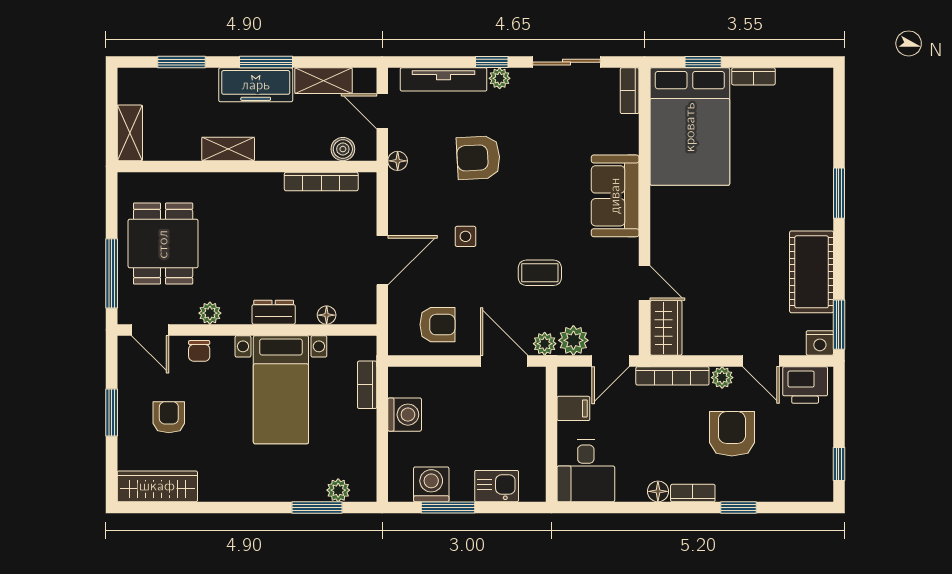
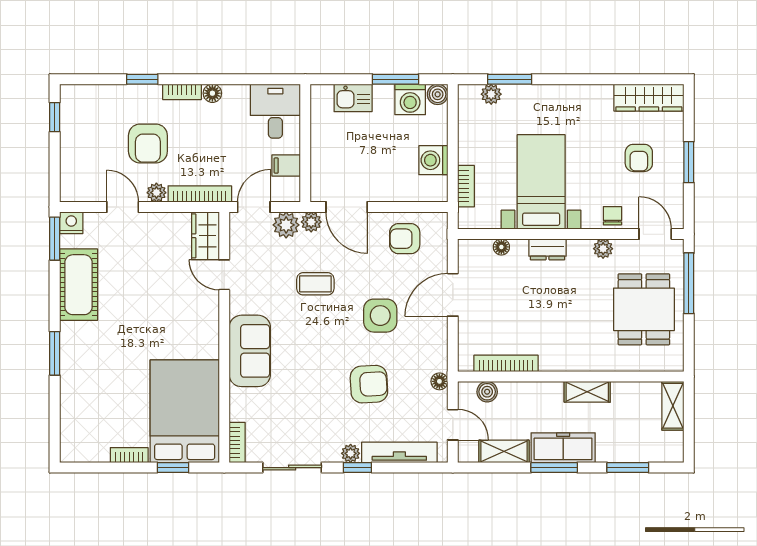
side table: (465, 236) -> (380, 316), width x1.87, depth x1.87
printer: (805, 385) -> (84, 186), removed
boiler: (400, 490) -> (438, 94), added

